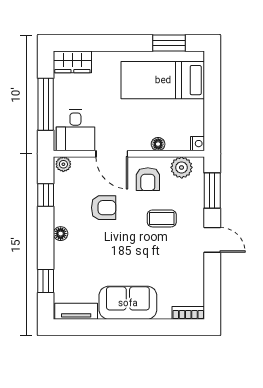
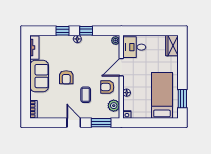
window: (46, 104) -> (149, 31), removed
window: (46, 195) -> (86, 31), moved
armchair: (104, 208) -> (66, 77), moved
door: (212, 240) -> (74, 123), swing flipped
window: (46, 281) -> (62, 31), moved

